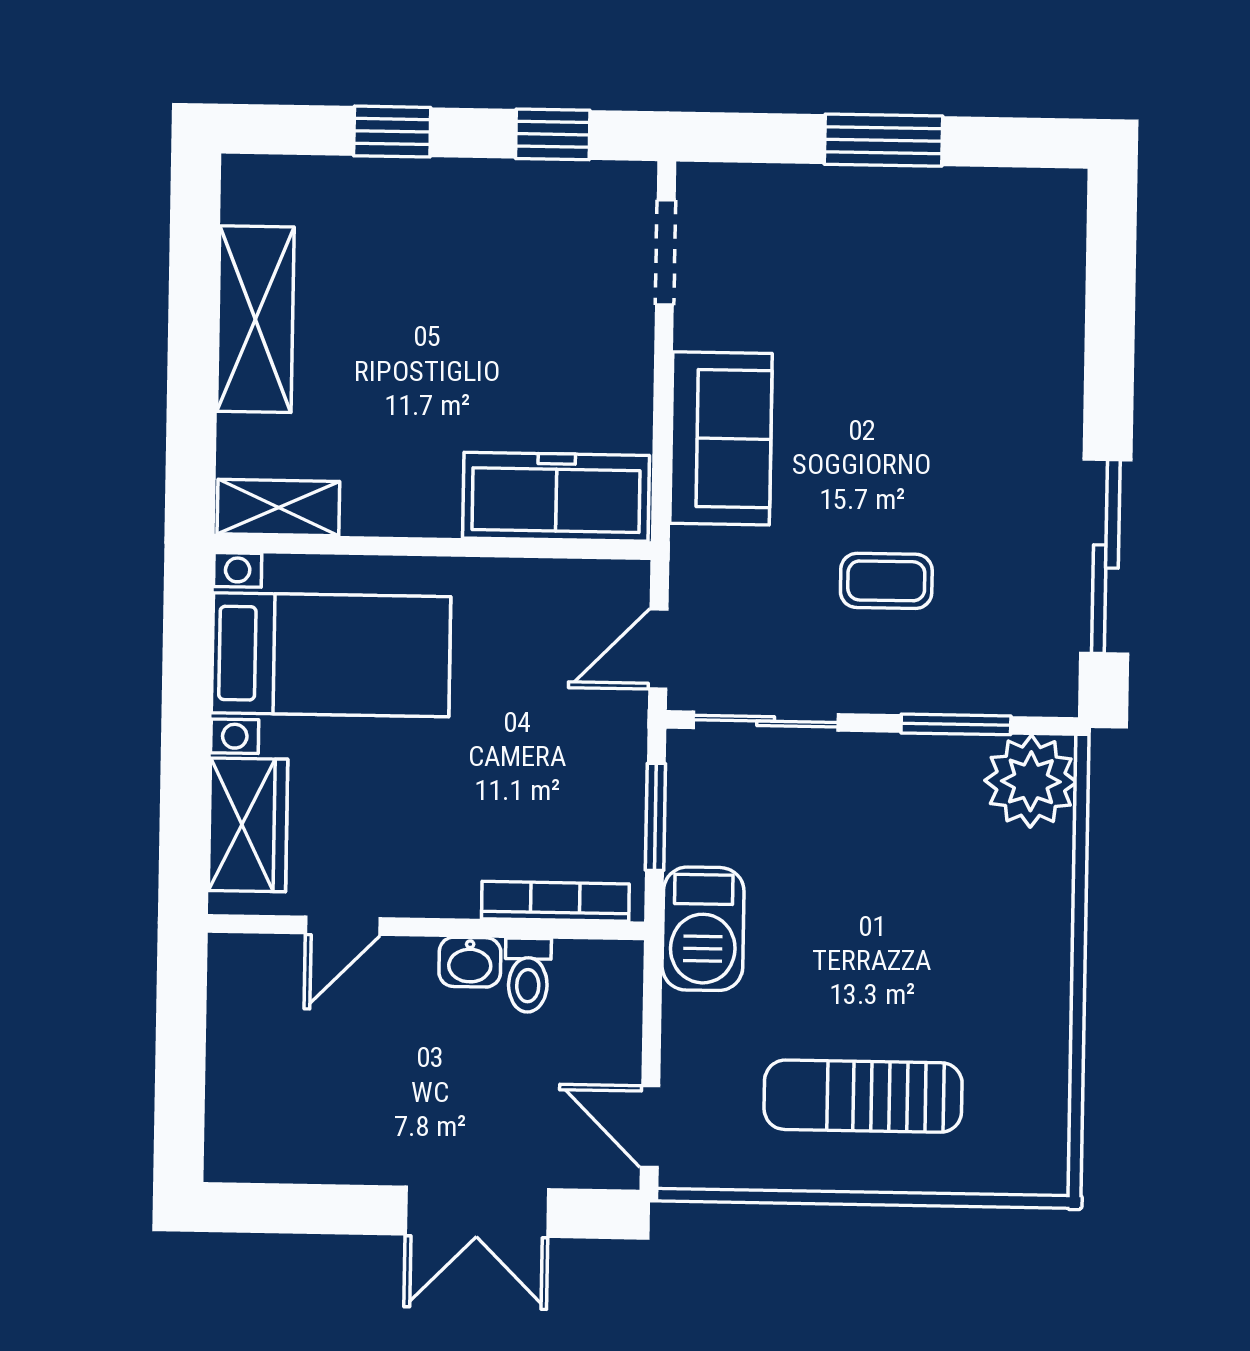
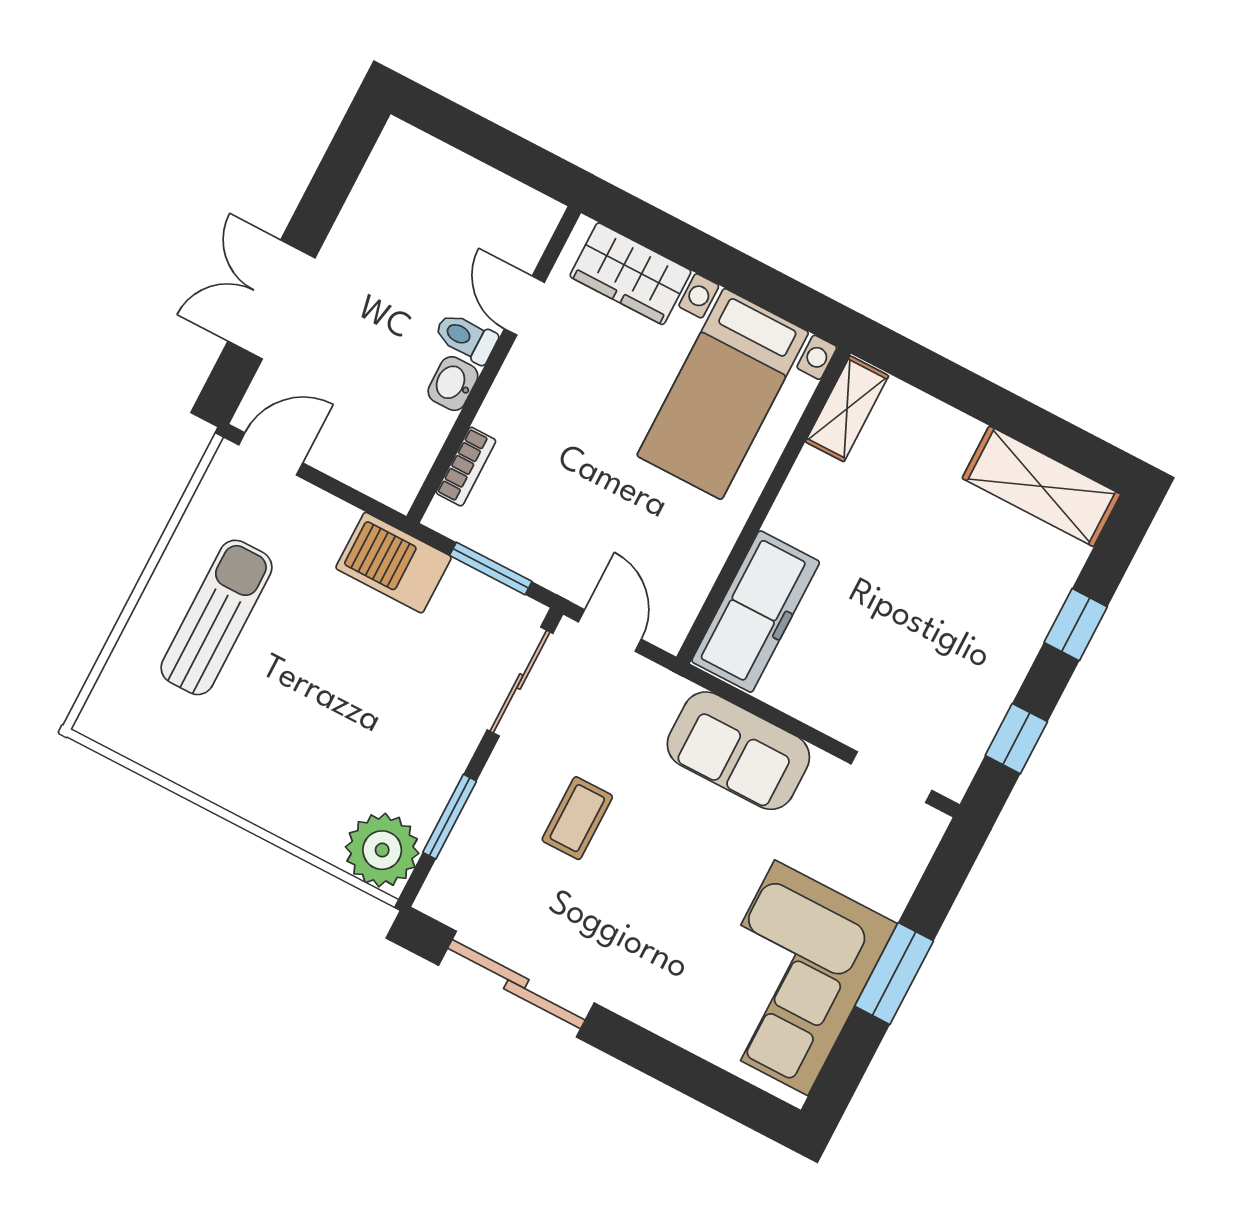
corner sofa: (945, 253) -> (791, 978), added
shelving: (255, 319) -> (1041, 486), moved
bookcase: (555, 901) -> (466, 467), width x0.64
toilet: (528, 975) -> (466, 338), moved

